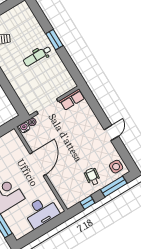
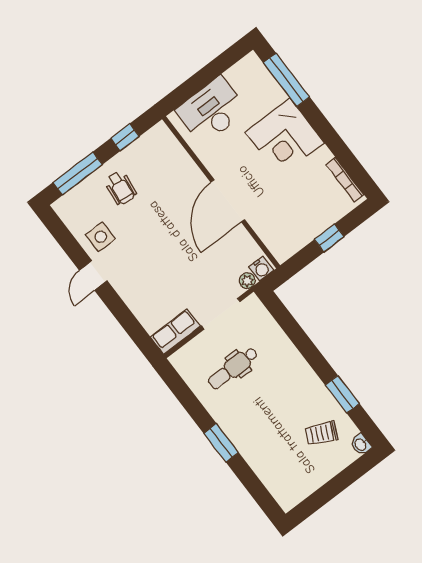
dental chair: (37, 56) -> (233, 368), moved, turned 180
side table: (116, 167) -> (101, 237), moved

